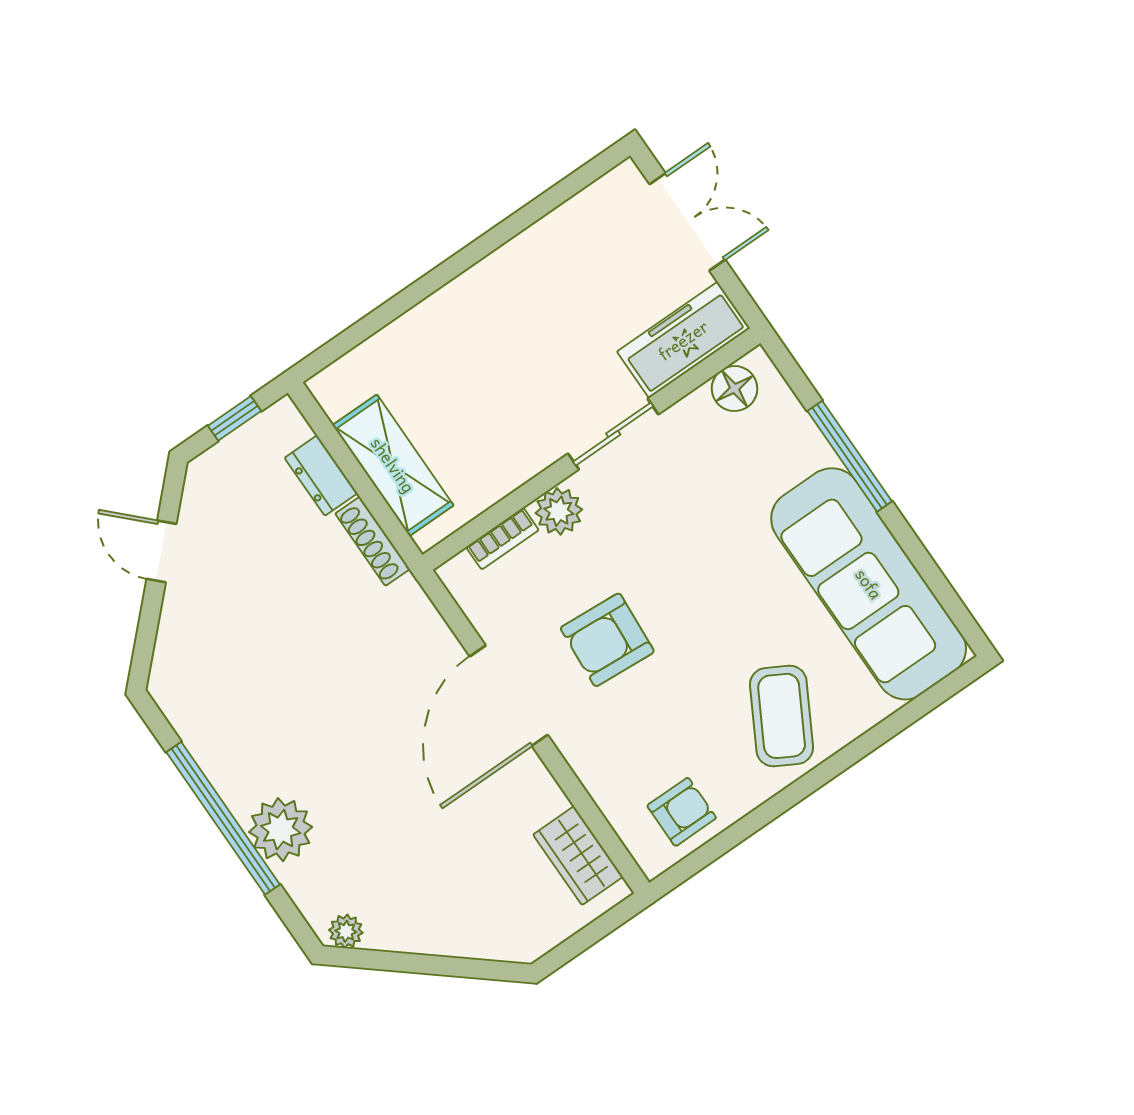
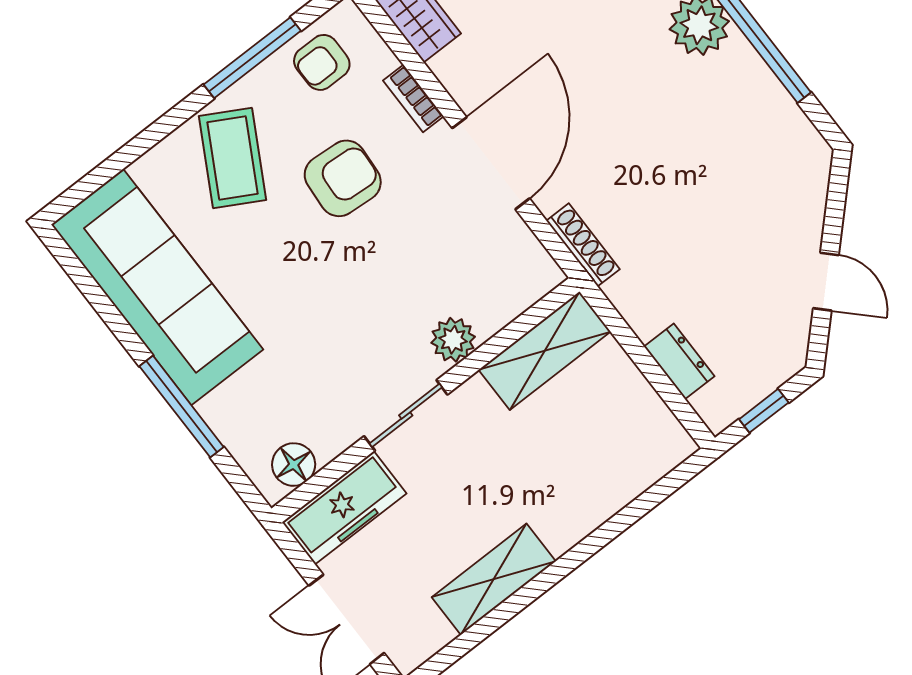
shelving: (530, 256) -> (494, 579), added
shelving: (393, 465) -> (545, 351), moved, turned 90
bookcase: (502, 539) -> (413, 98), moved, turned -90
shoe rack: (373, 541) -> (583, 245), moved
armchair: (607, 640) -> (343, 178), moved
window: (755, 821) -> (252, 58), added

